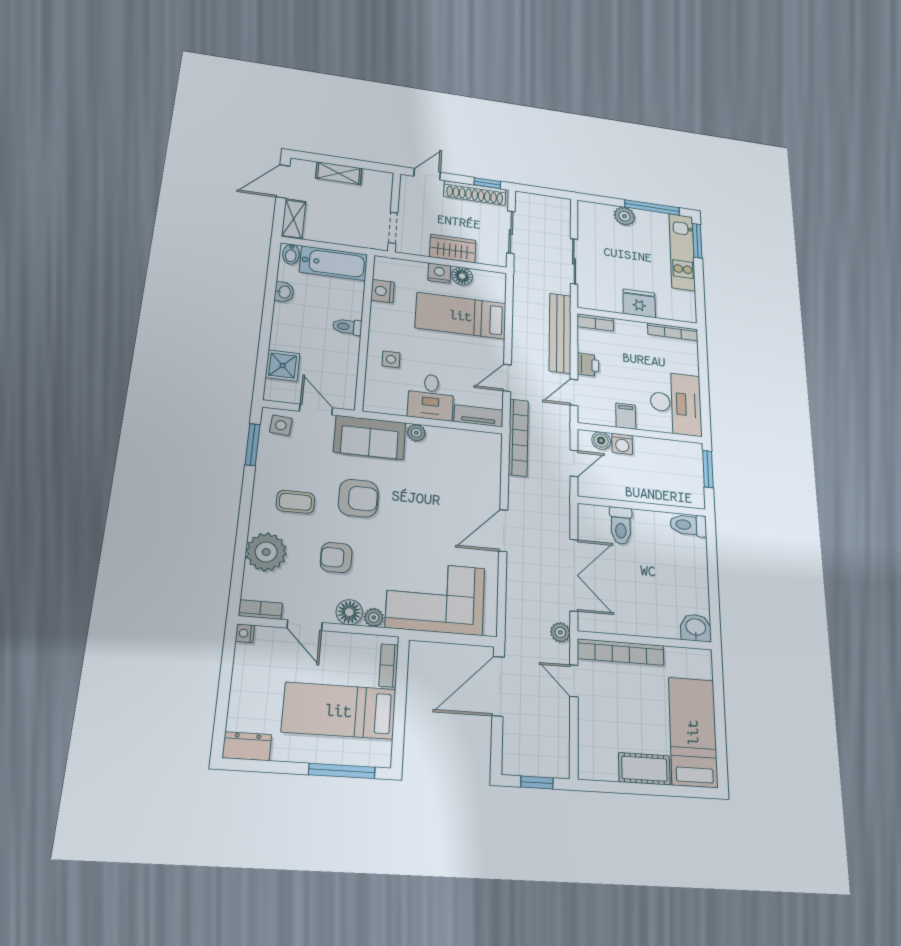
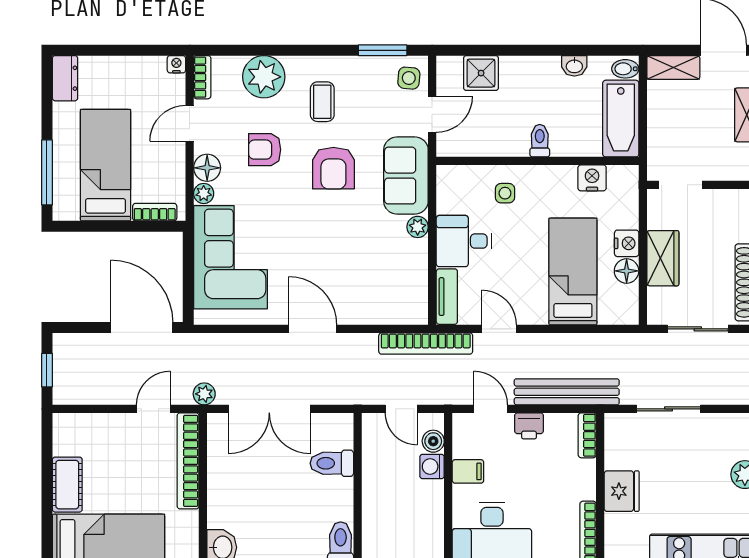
armchair: (336, 558) -> (265, 150), turned -90

